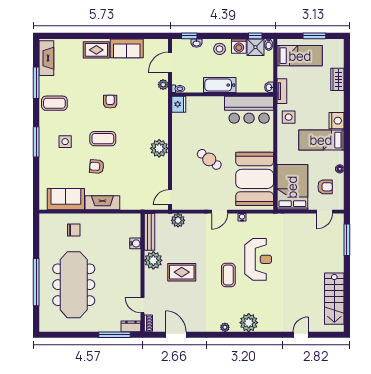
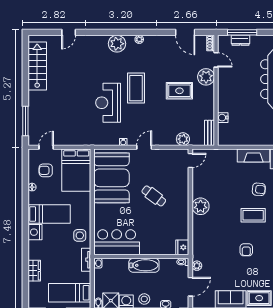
bench: (149, 232) -> (210, 133), width x0.73
plant: (153, 260) -> (206, 77), moved
coffee table: (228, 275) -> (136, 88), width x1.36, depth x1.32
dresser: (131, 326) -> (240, 40), moved

